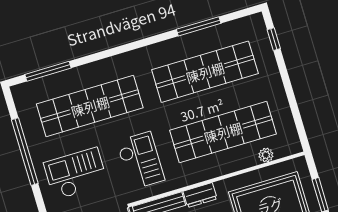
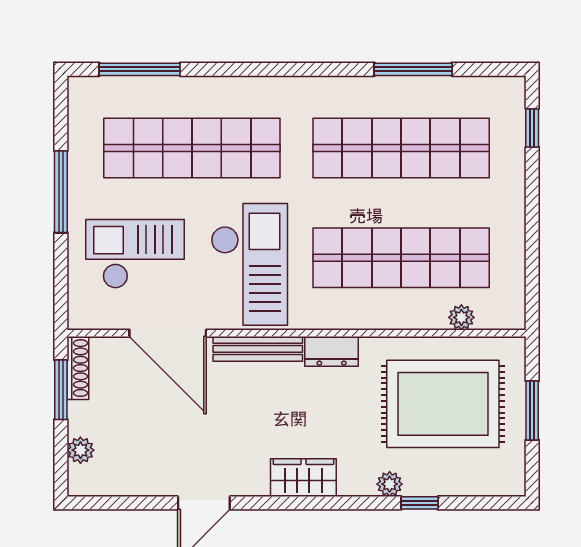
window: (25, 152) -> (61, 192), width x0.68
checkout: (140, 161) -> (249, 264), width x1.36, depth x1.21

